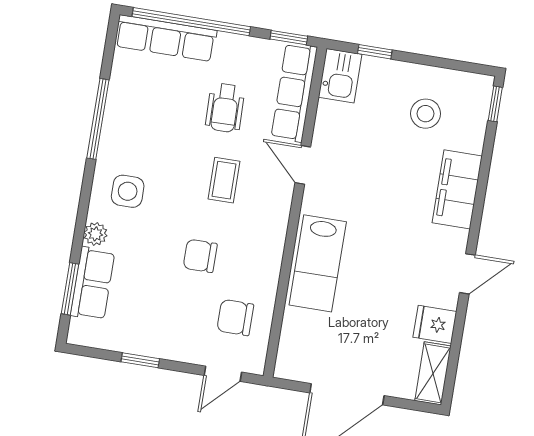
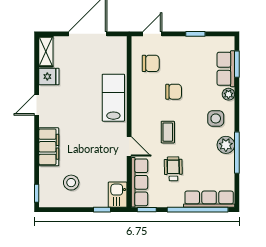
plant: (116, 137) -> (226, 145), added

